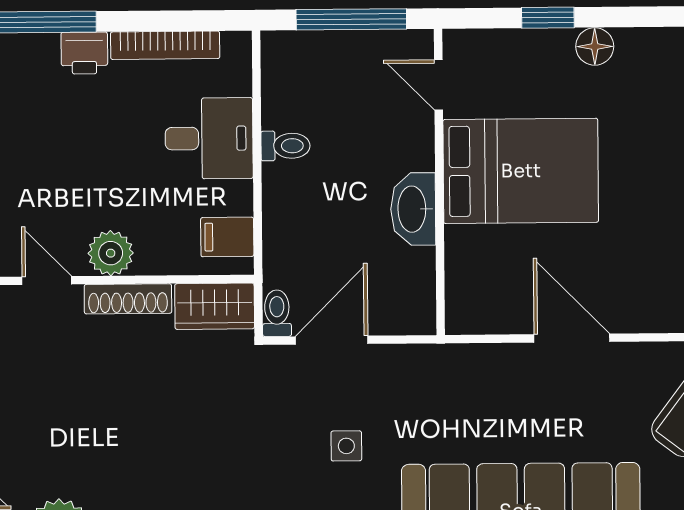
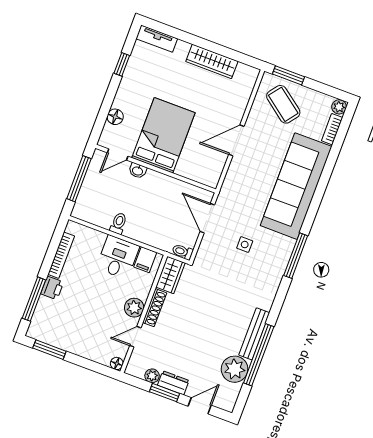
window: (548, 18) -> (122, 64), moved
floor lamp: (595, 46) -> (115, 117), moved
desk: (209, 138) -> (118, 257), moved
washbasin: (413, 209) -> (138, 171), moved, width x0.52, depth x0.69
door: (332, 340) -> (207, 218), moved

